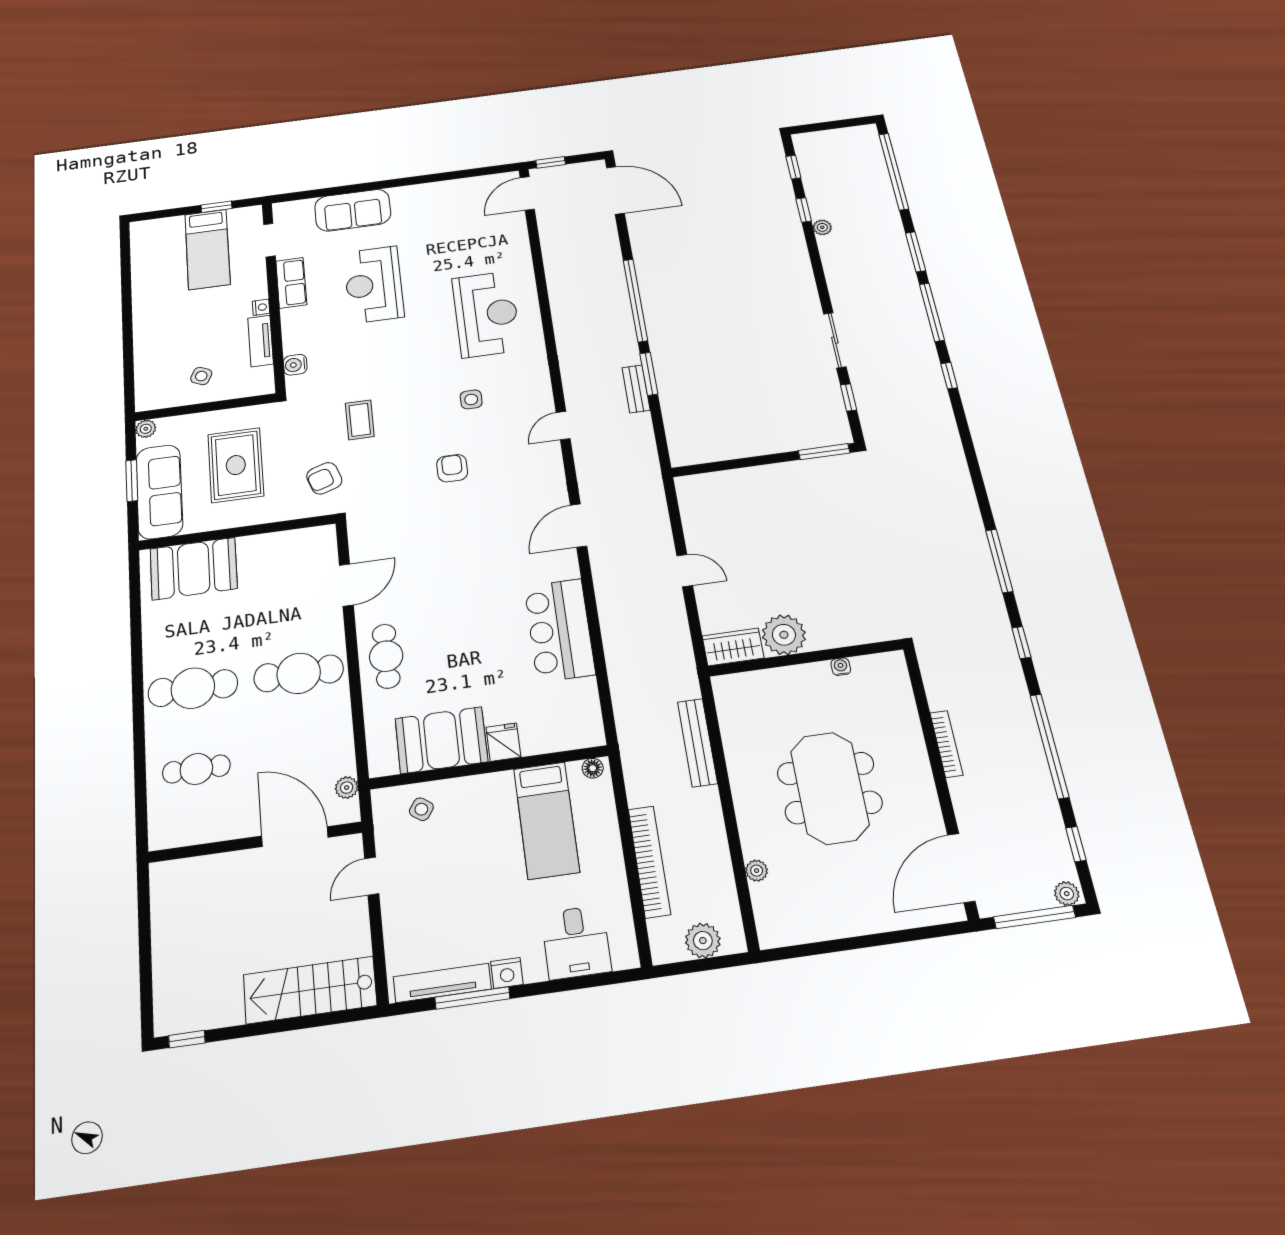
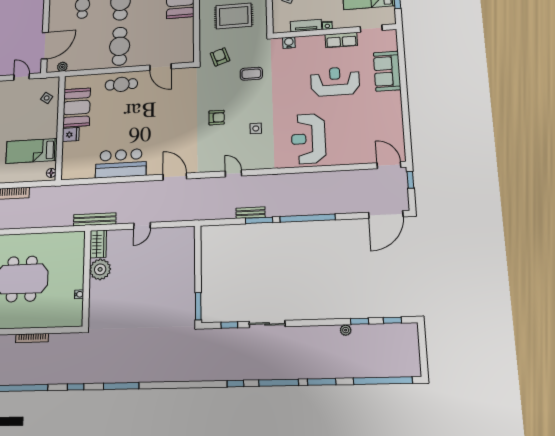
reception desk: (486, 314) -> (308, 139), turned 90
bench: (697, 742) -> (95, 219), moved

